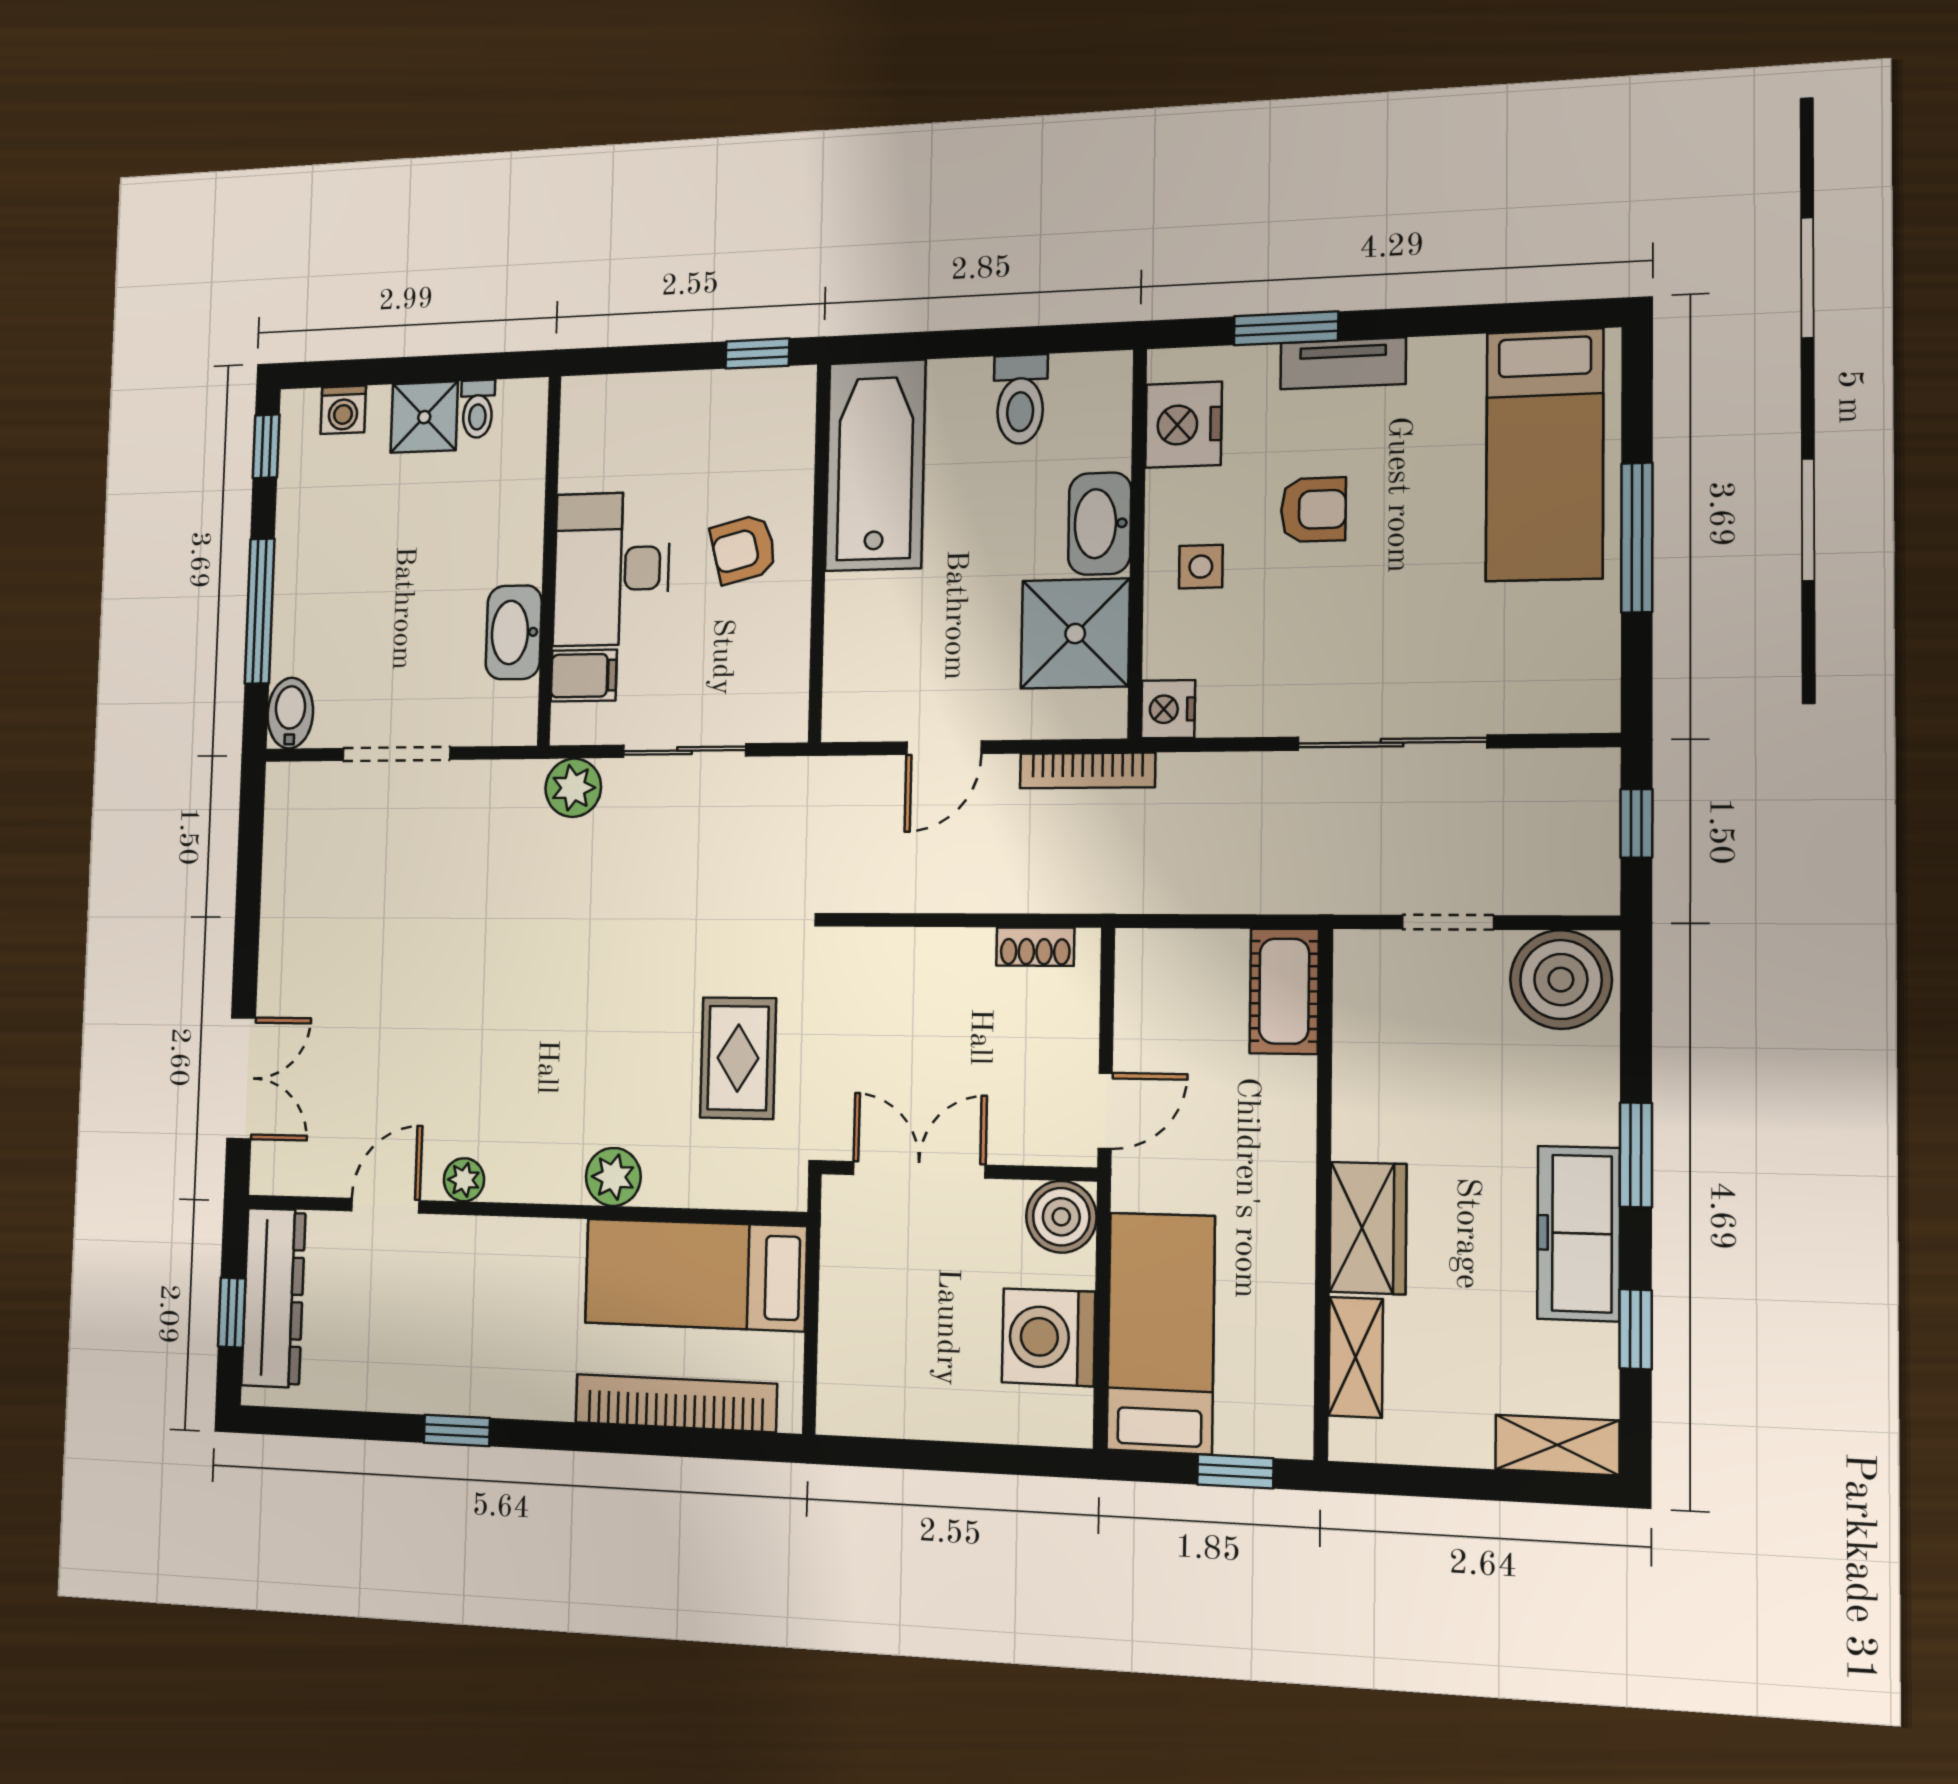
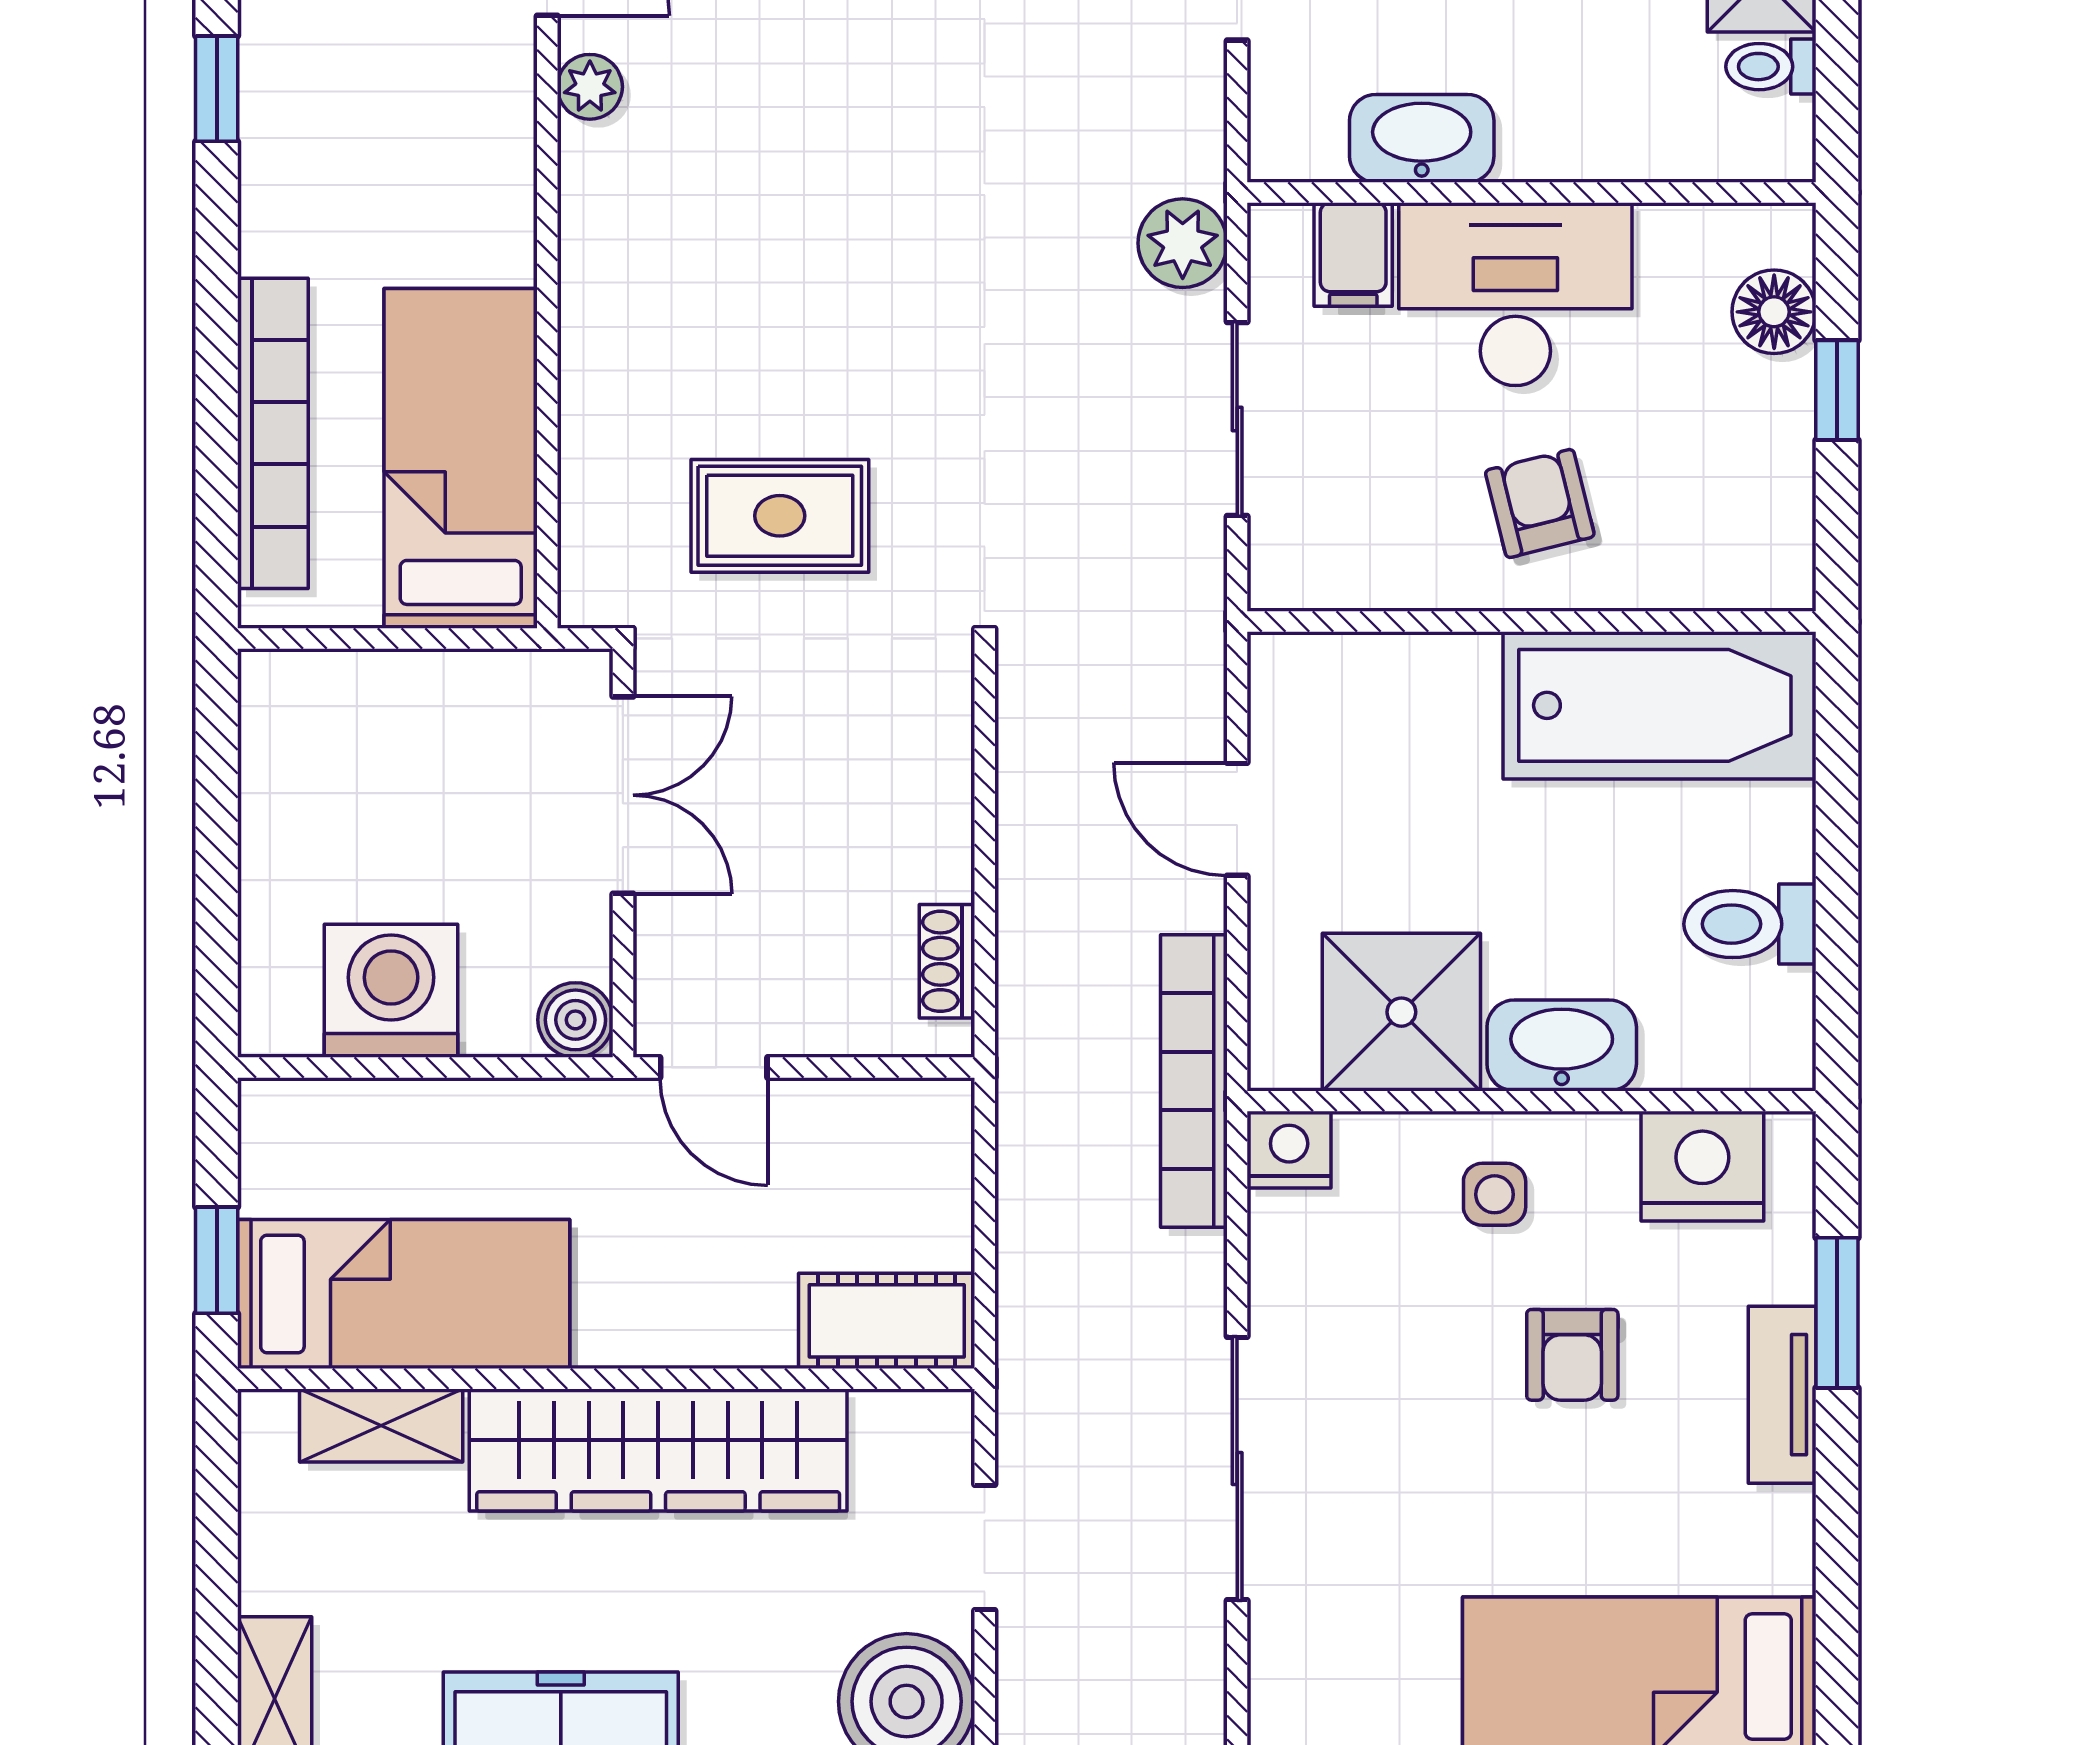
window: (757, 354) -> (1837, 390), moved
floor lamp: (628, 400) -> (1774, 312), added
bookcase: (1087, 770) -> (1194, 1081), width x1.48, depth x1.31
plant: (613, 1177) -> (600, 326), removed
boiler: (1061, 1217) -> (575, 1020), width x0.73, depth x0.73
wardrobe: (1368, 1228) -> (658, 1450), width x2.10, depth x1.17
bed: (1161, 1333) -> (404, 1294), moved

